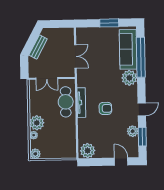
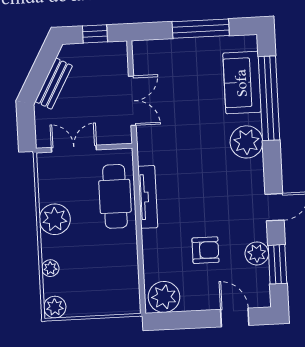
window: (109, 23) -> (201, 29), width x1.44
window: (59, 24) -> (95, 34), added
sofa: (128, 49) -> (242, 83), width x0.73
double door: (47, 78) -> (74, 149), swing flipped
armchair: (105, 108) -> (205, 250), moved
plant: (37, 123) -> (55, 219), moved

